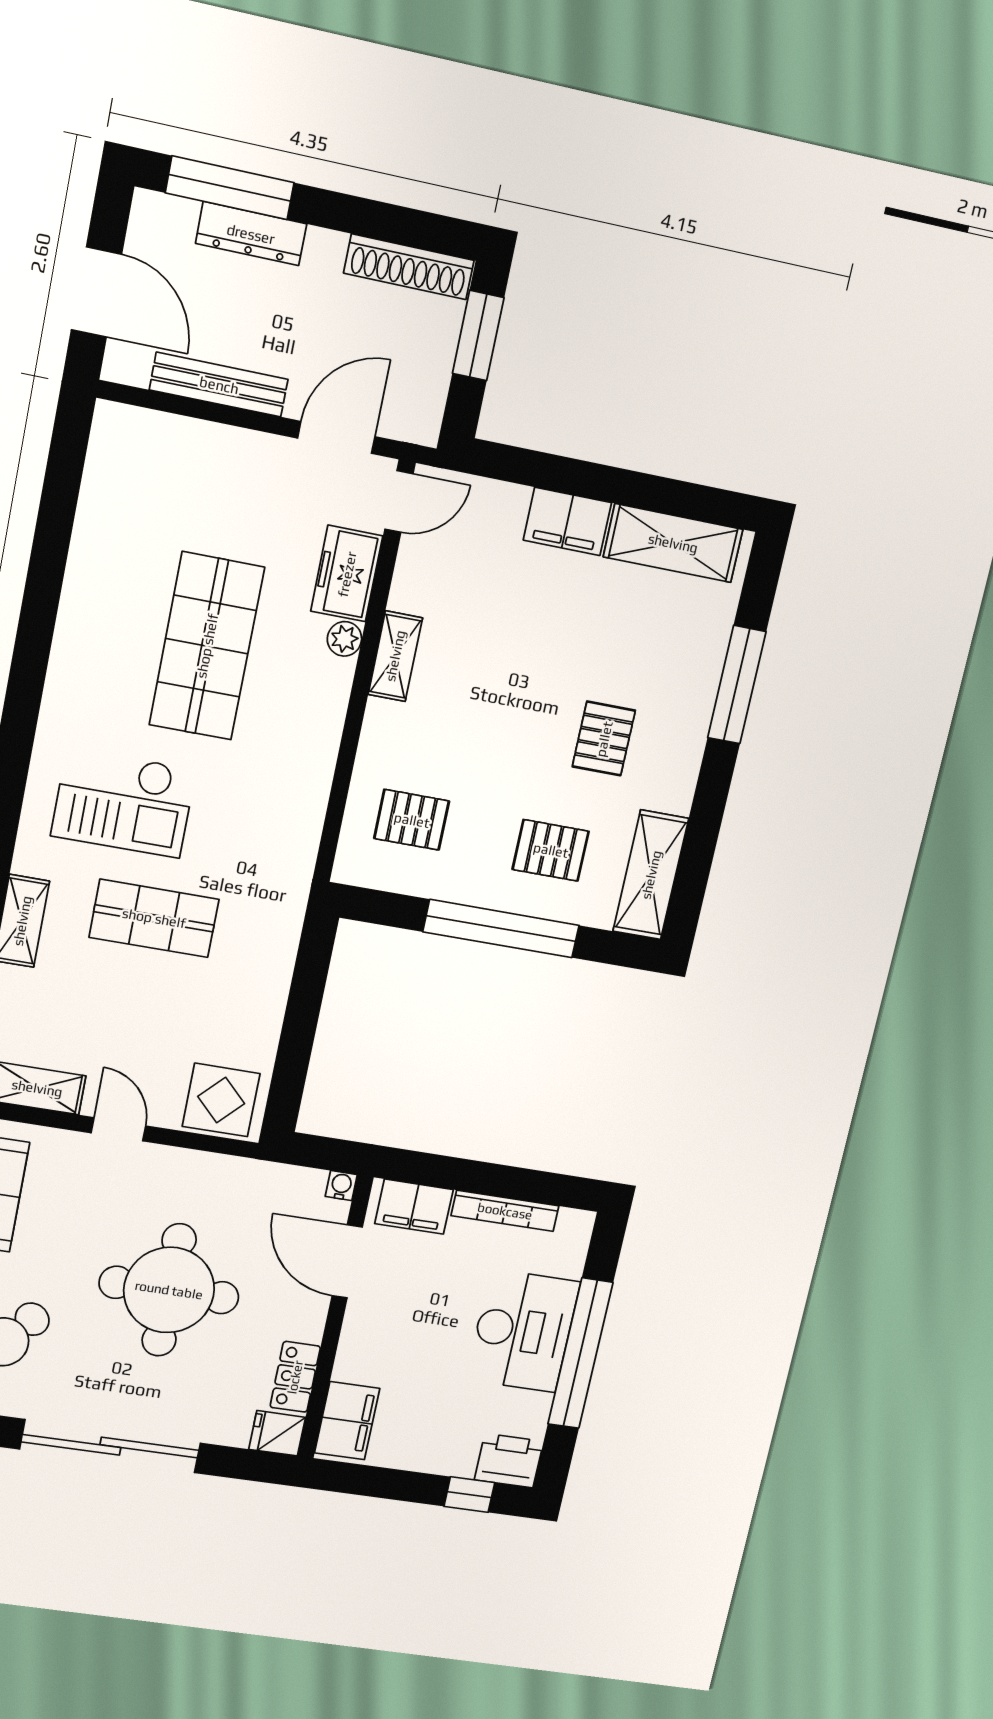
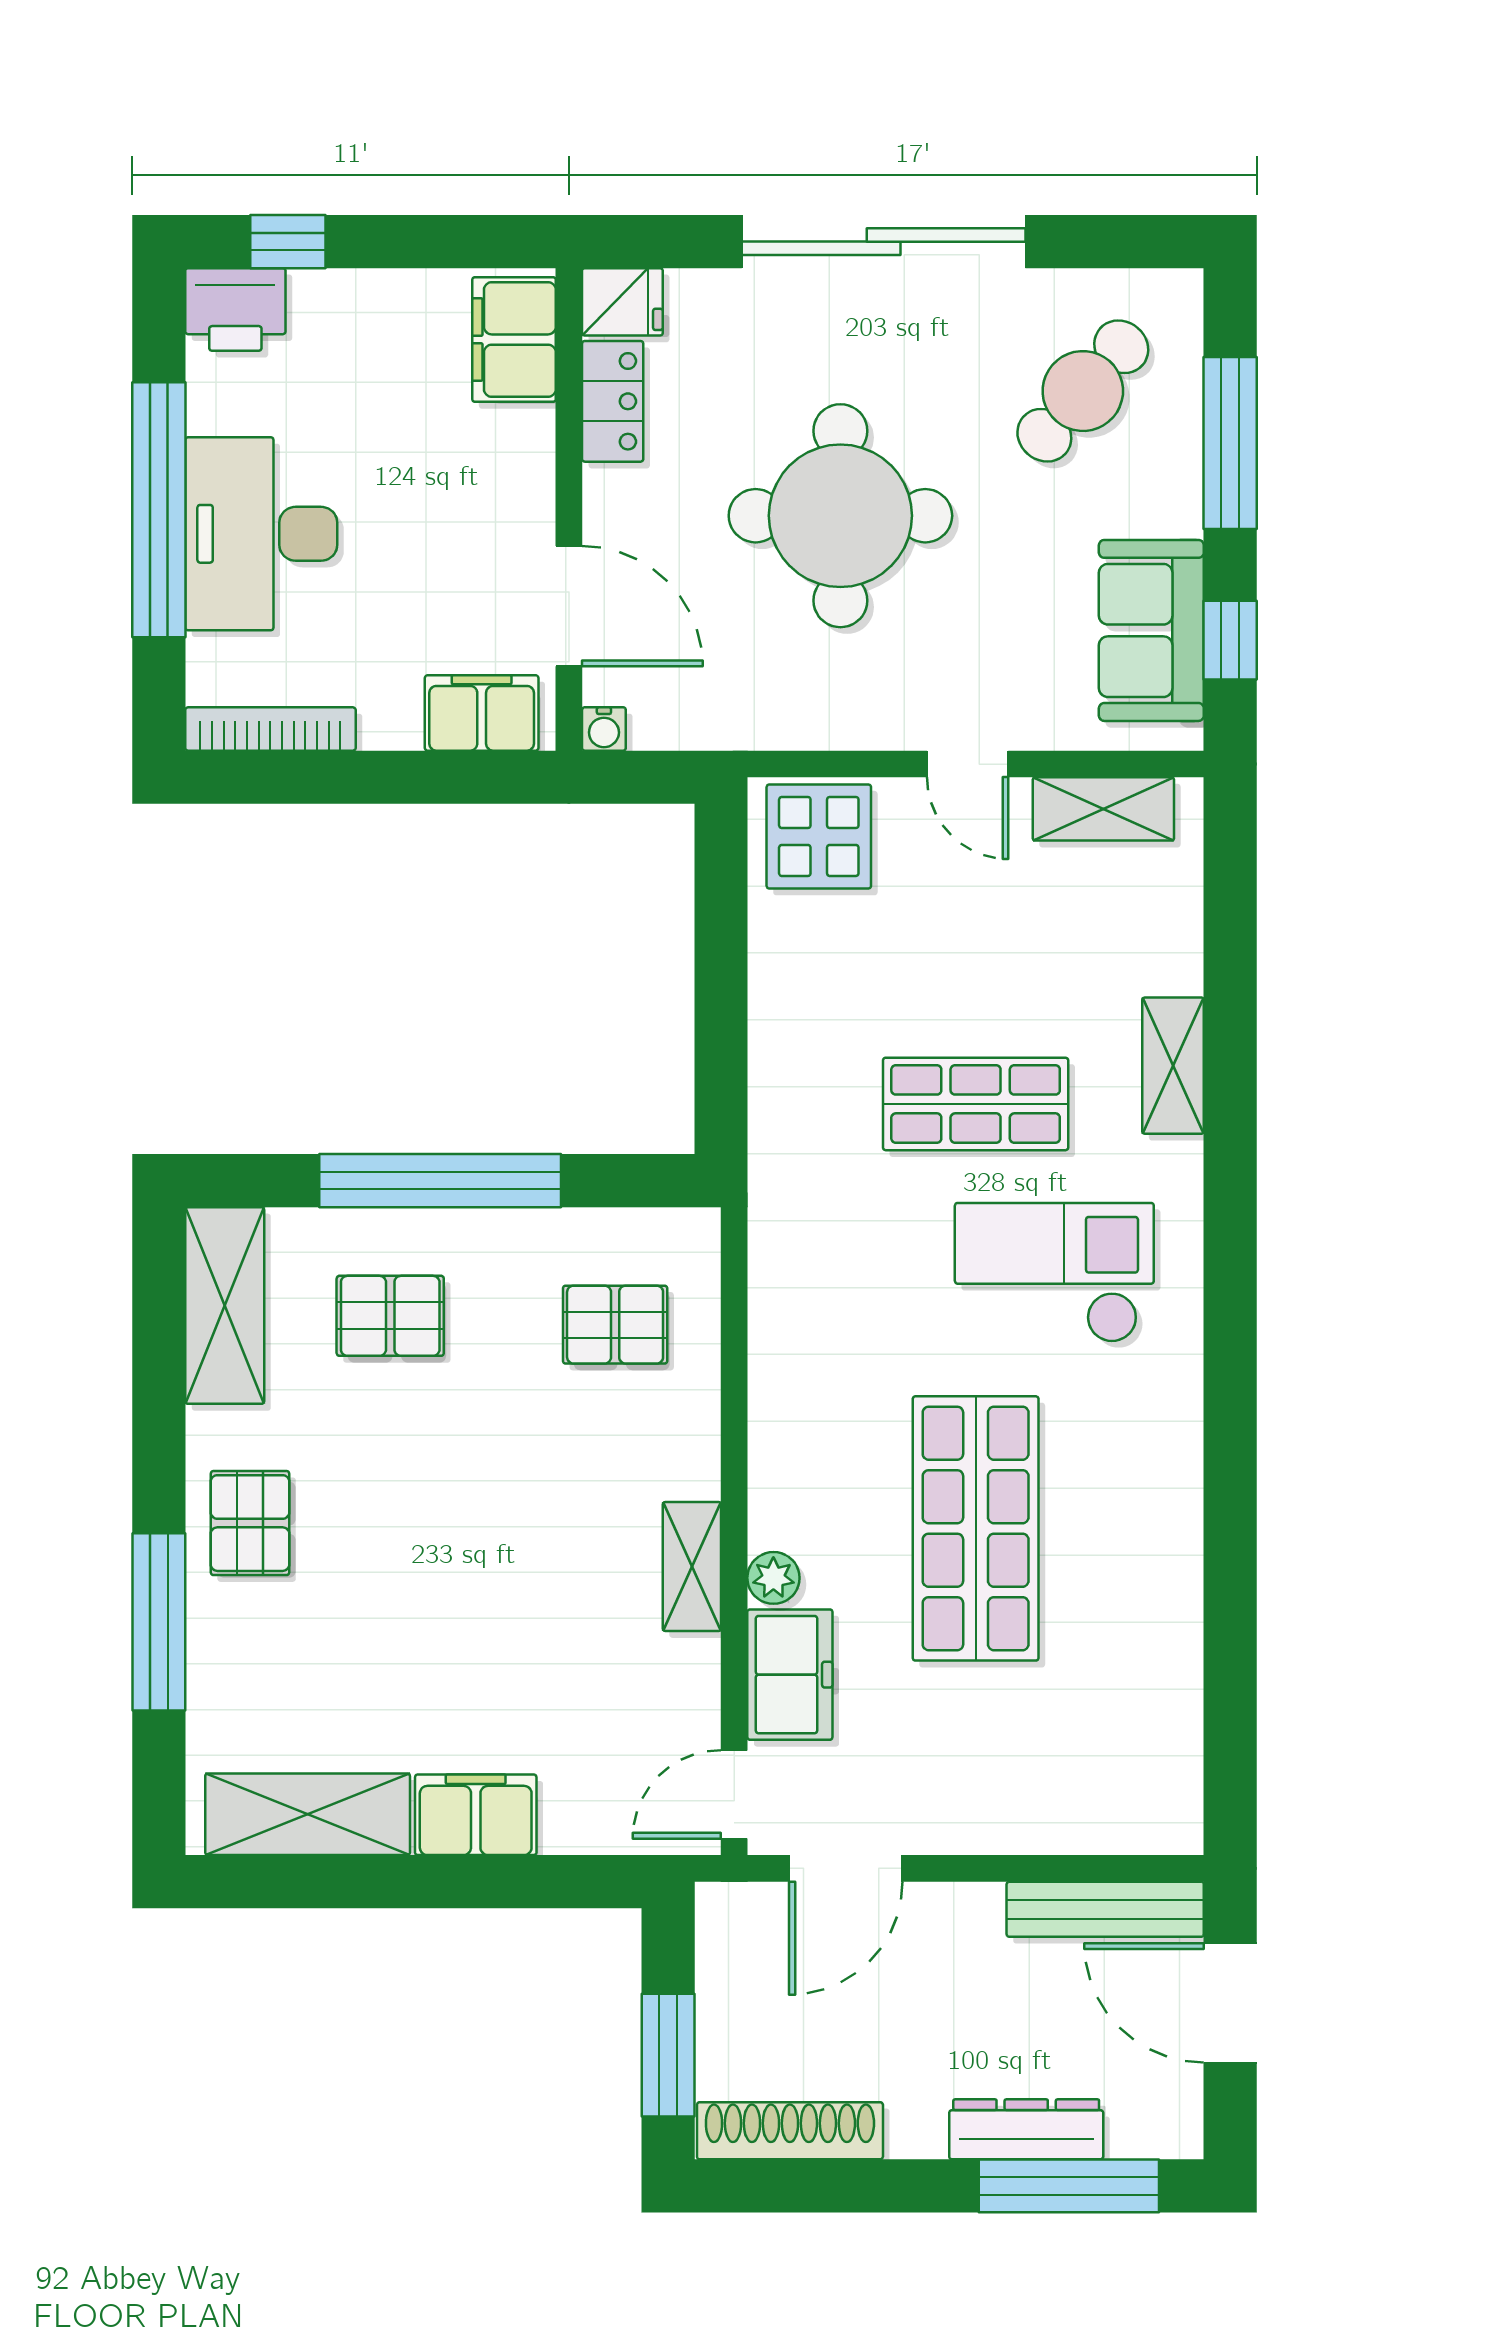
bench: (219, 385) -> (1105, 1909), moved
pallet: (604, 739) -> (250, 1523), moved
bookcase: (505, 1211) -> (270, 729), moved

